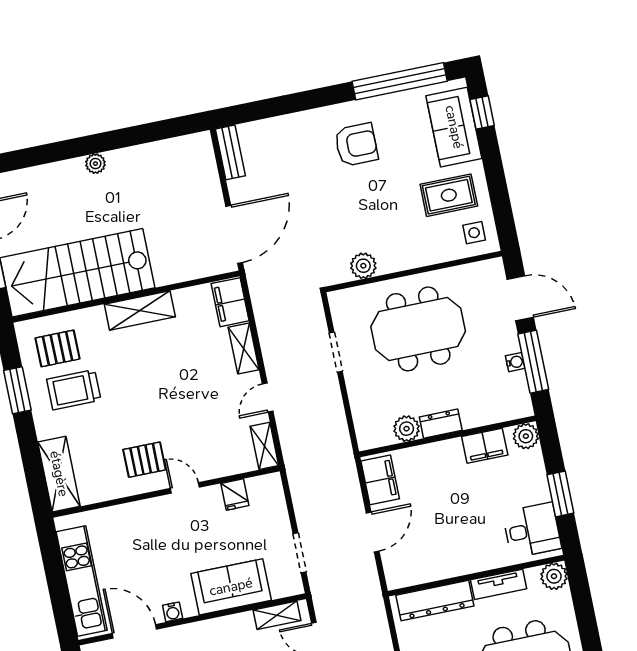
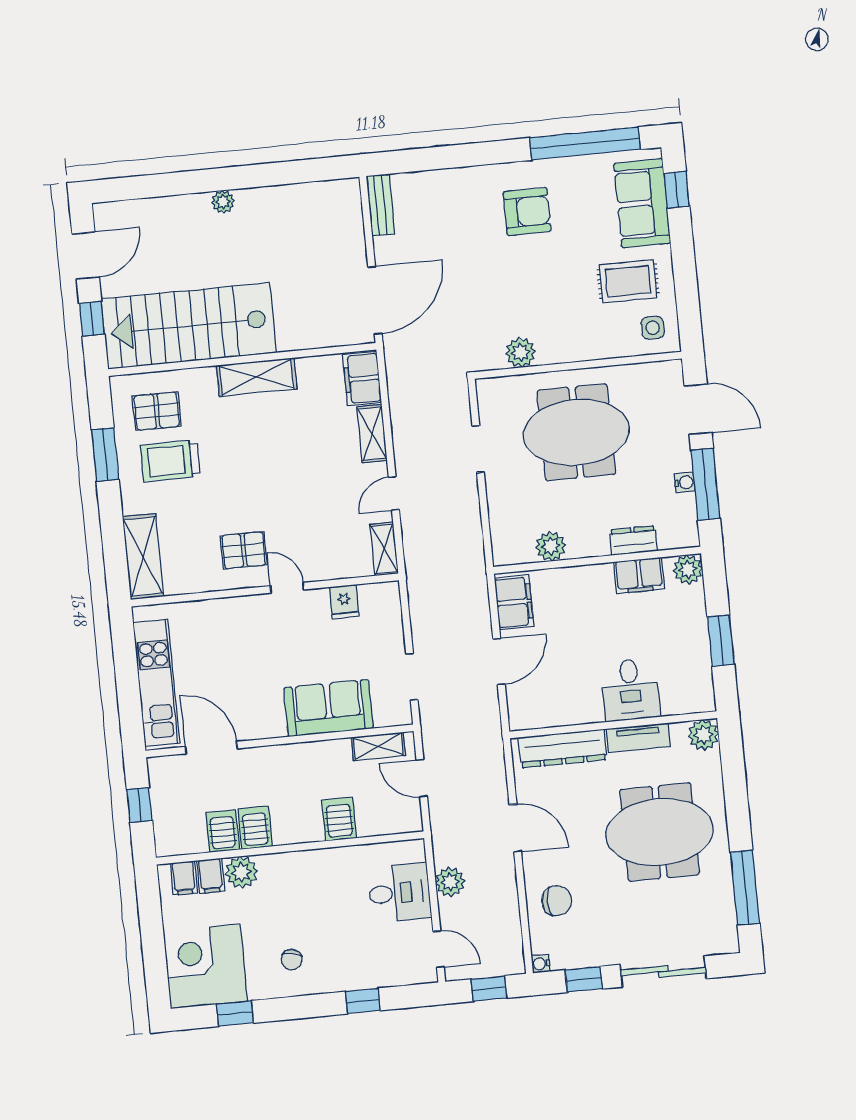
dresser: (441, 424) -> (633, 540), moved
desk: (532, 530) -> (630, 690), moved, turned 90
water cooler: (173, 612) -> (258, 730), removed

